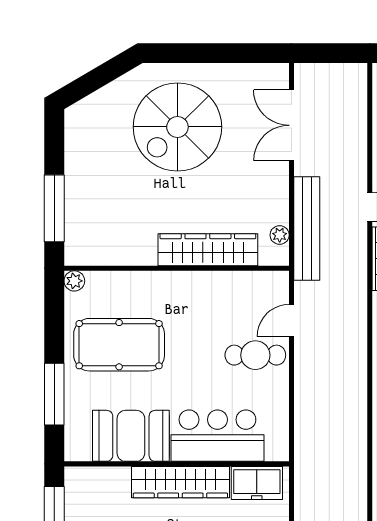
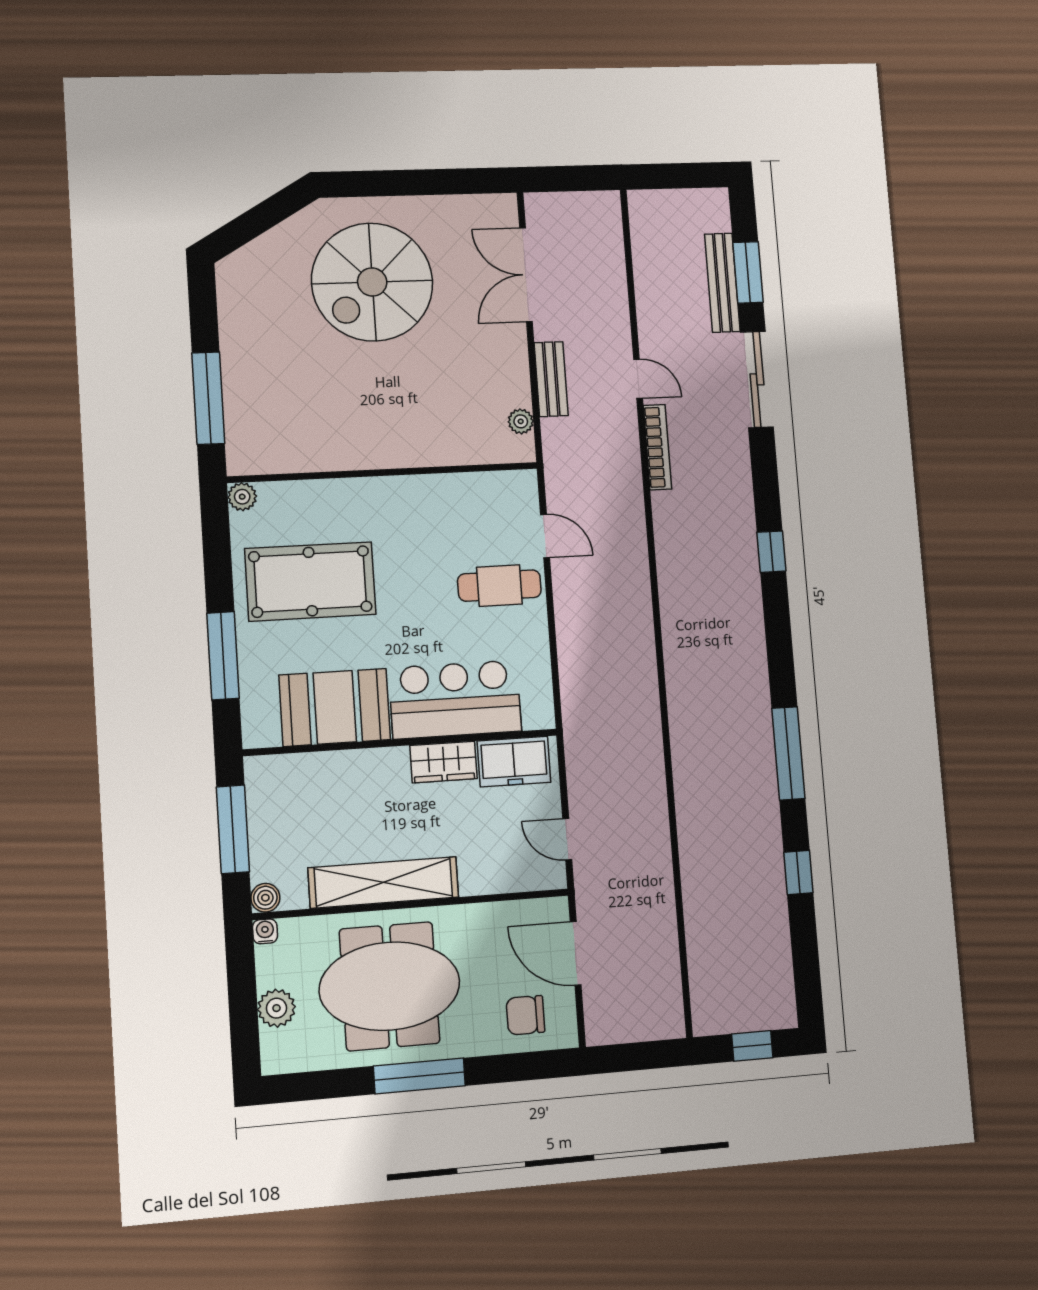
bench: (307, 228) -> (551, 379), width x0.54, depth x0.82
wardrobe: (208, 250) -> (425, 445), removed
door: (291, 321) -> (545, 536), swing flipped
wardrobe: (180, 482) -> (444, 762), width x0.48, depth x0.85

